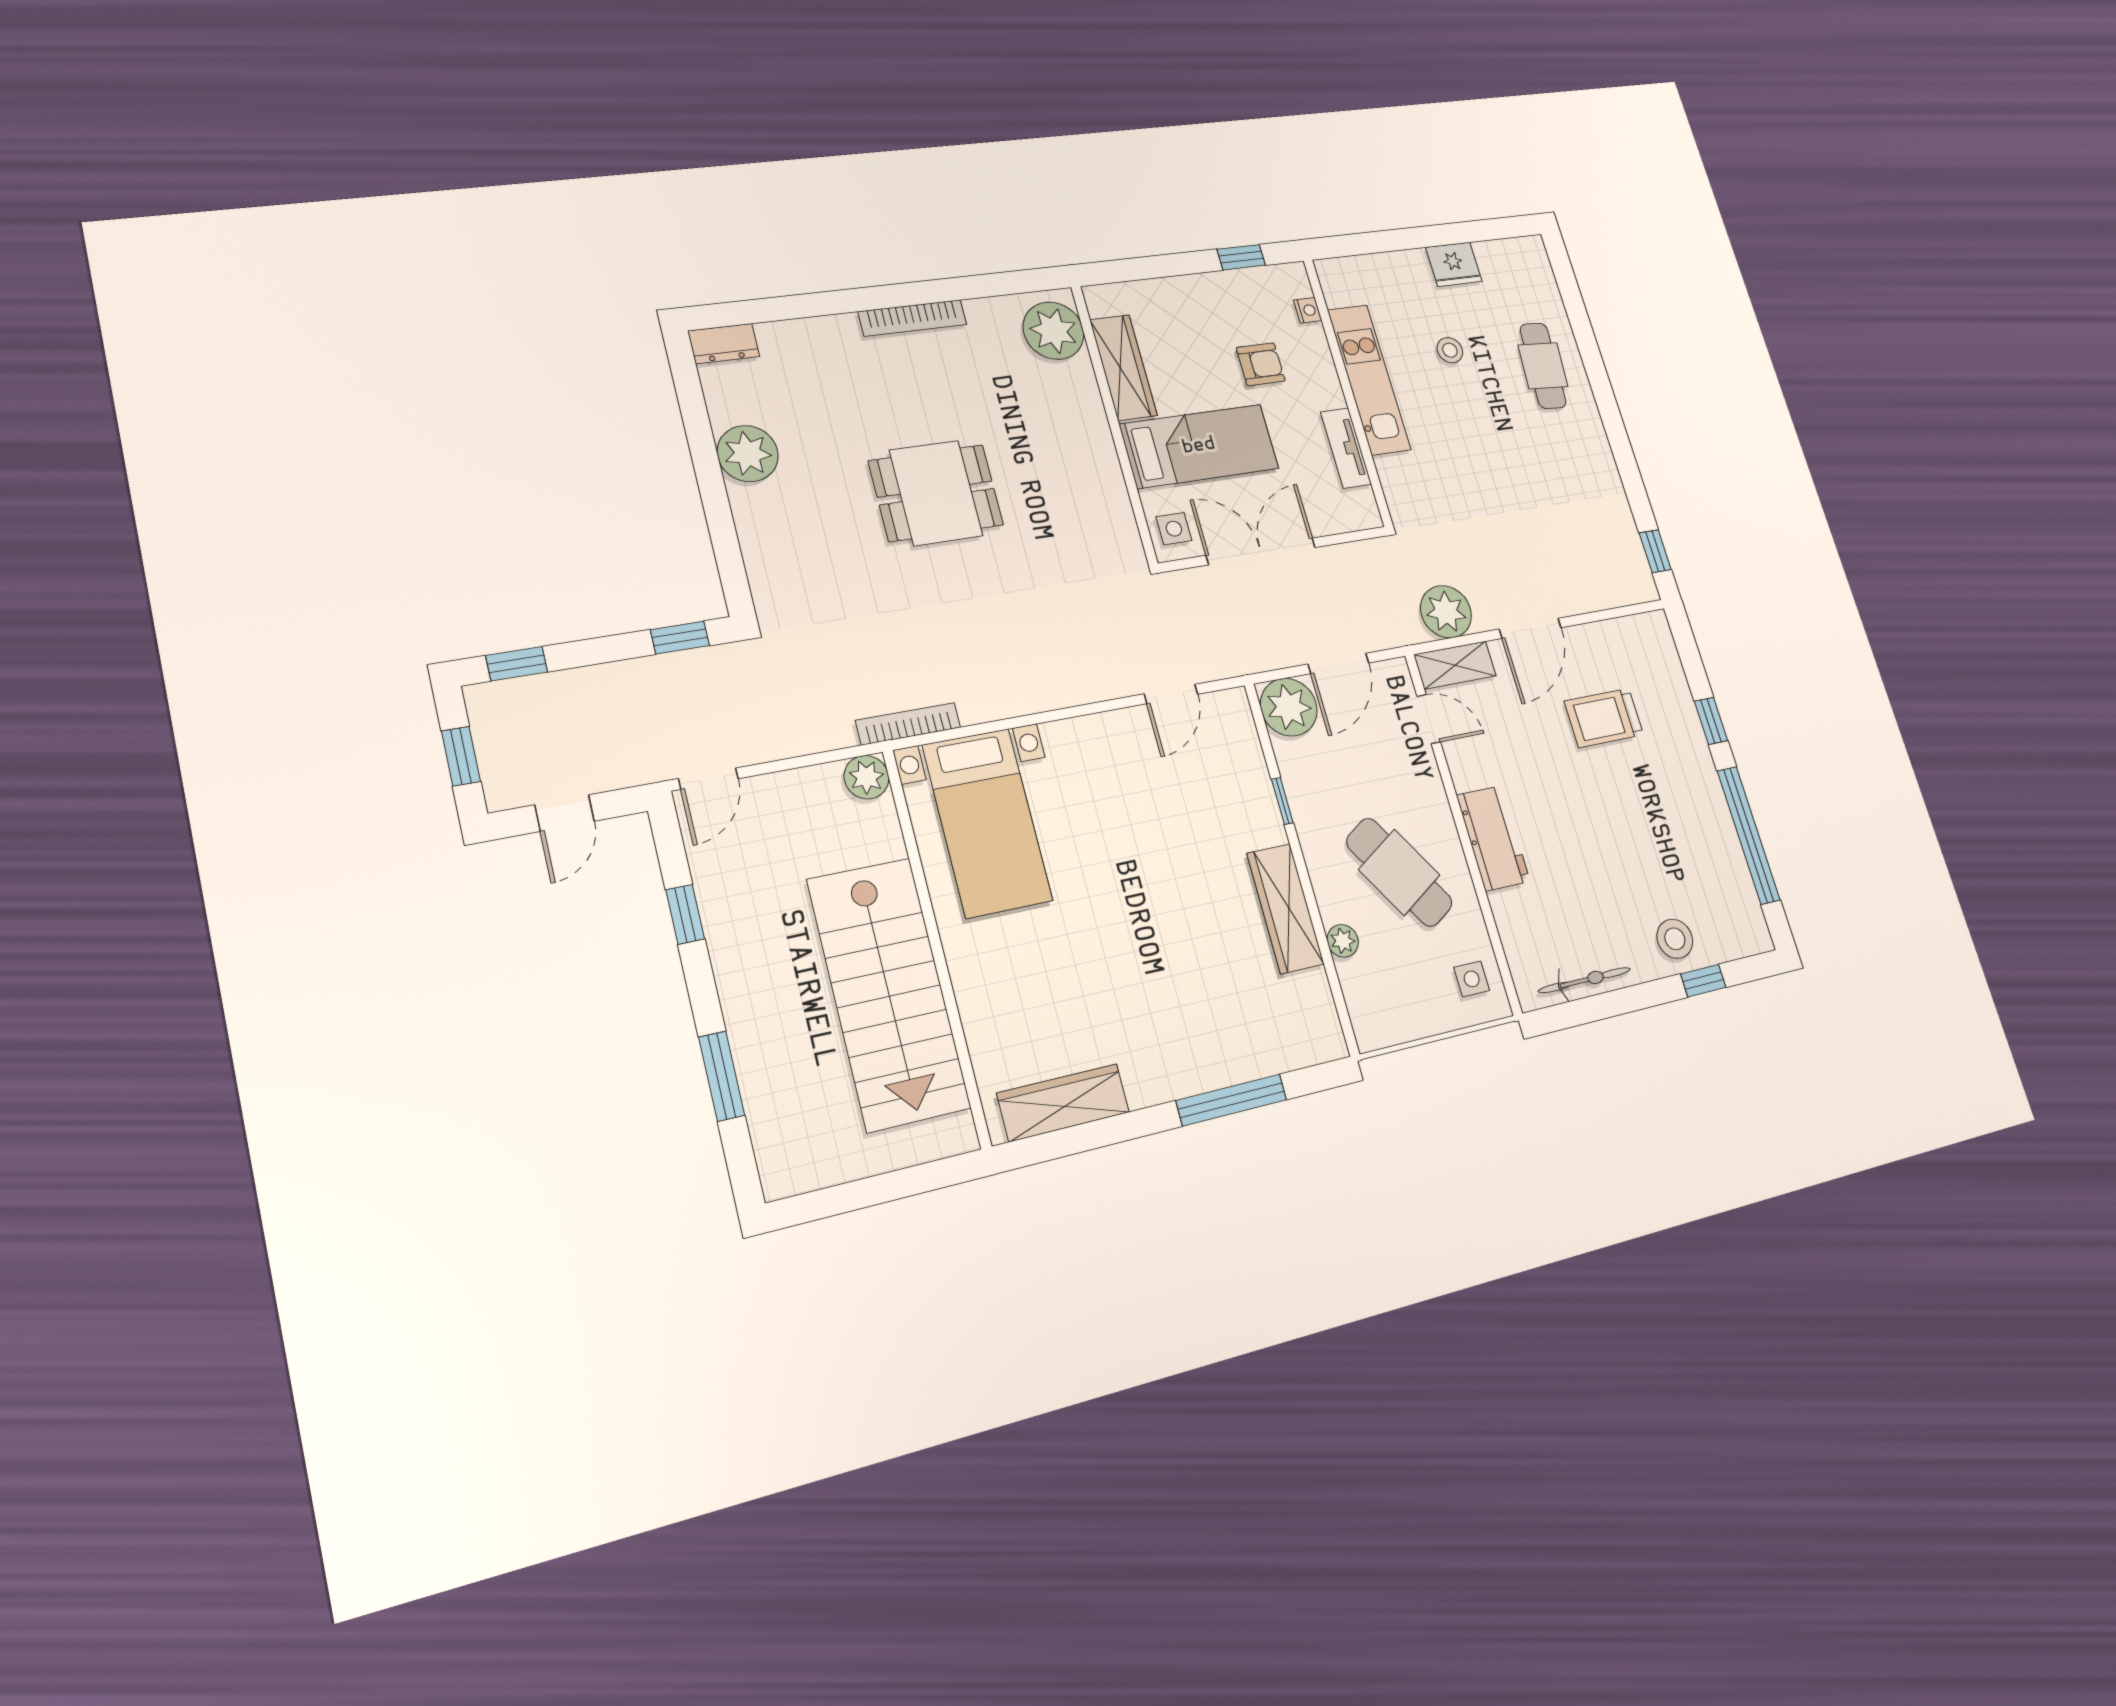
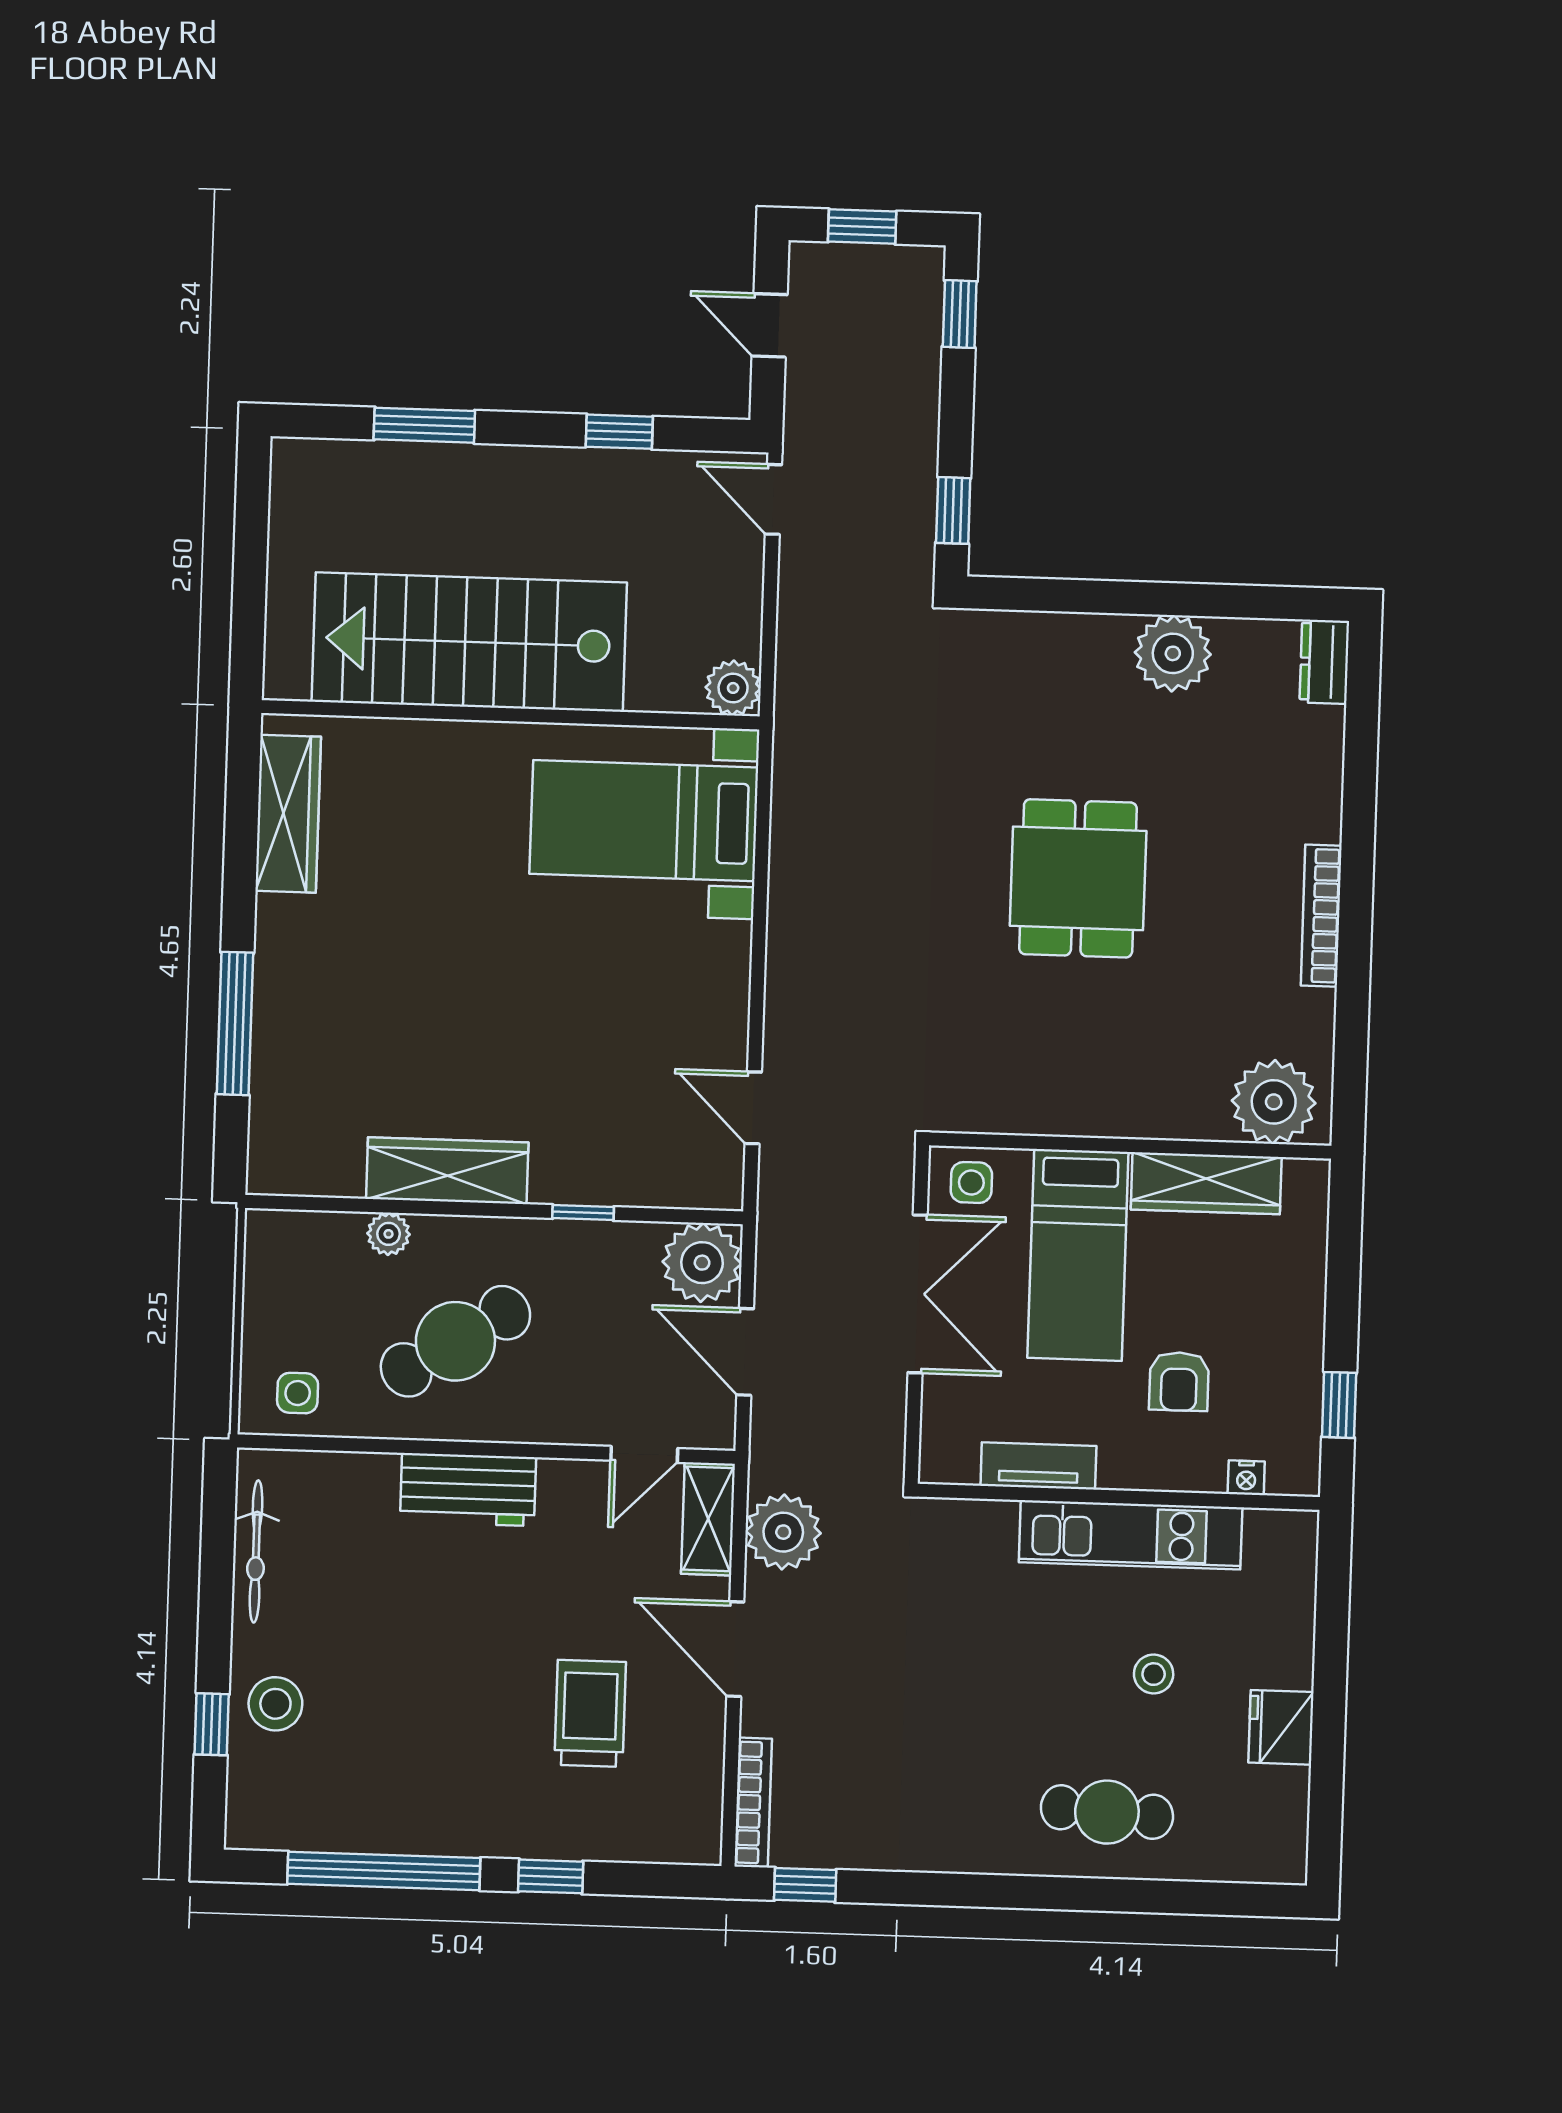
bookcase: (908, 724) -> (753, 1803), moved

